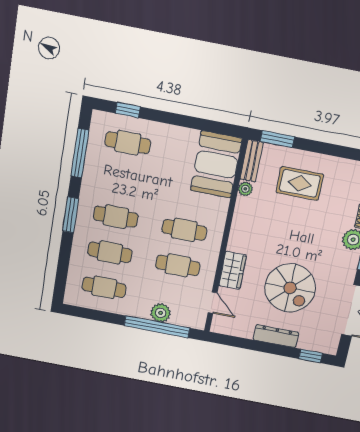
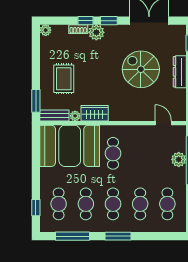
booth: (216, 164) -> (70, 146), width x1.36, depth x1.42
cafe table: (178, 265) -> (86, 204), moved
wardrobe: (233, 270) -> (95, 113), moved
spiral stairs: (290, 288) -> (141, 69), turned -90
door: (213, 303) -> (163, 123), hinge flipped

